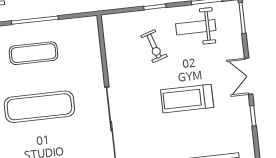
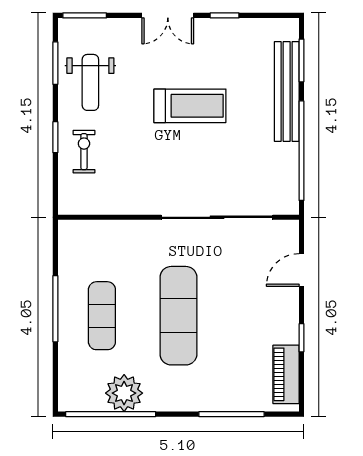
exercise bike: (154, 46) -> (84, 152), moved, turned -72
treadmill: (187, 99) -> (190, 106), turned -90

